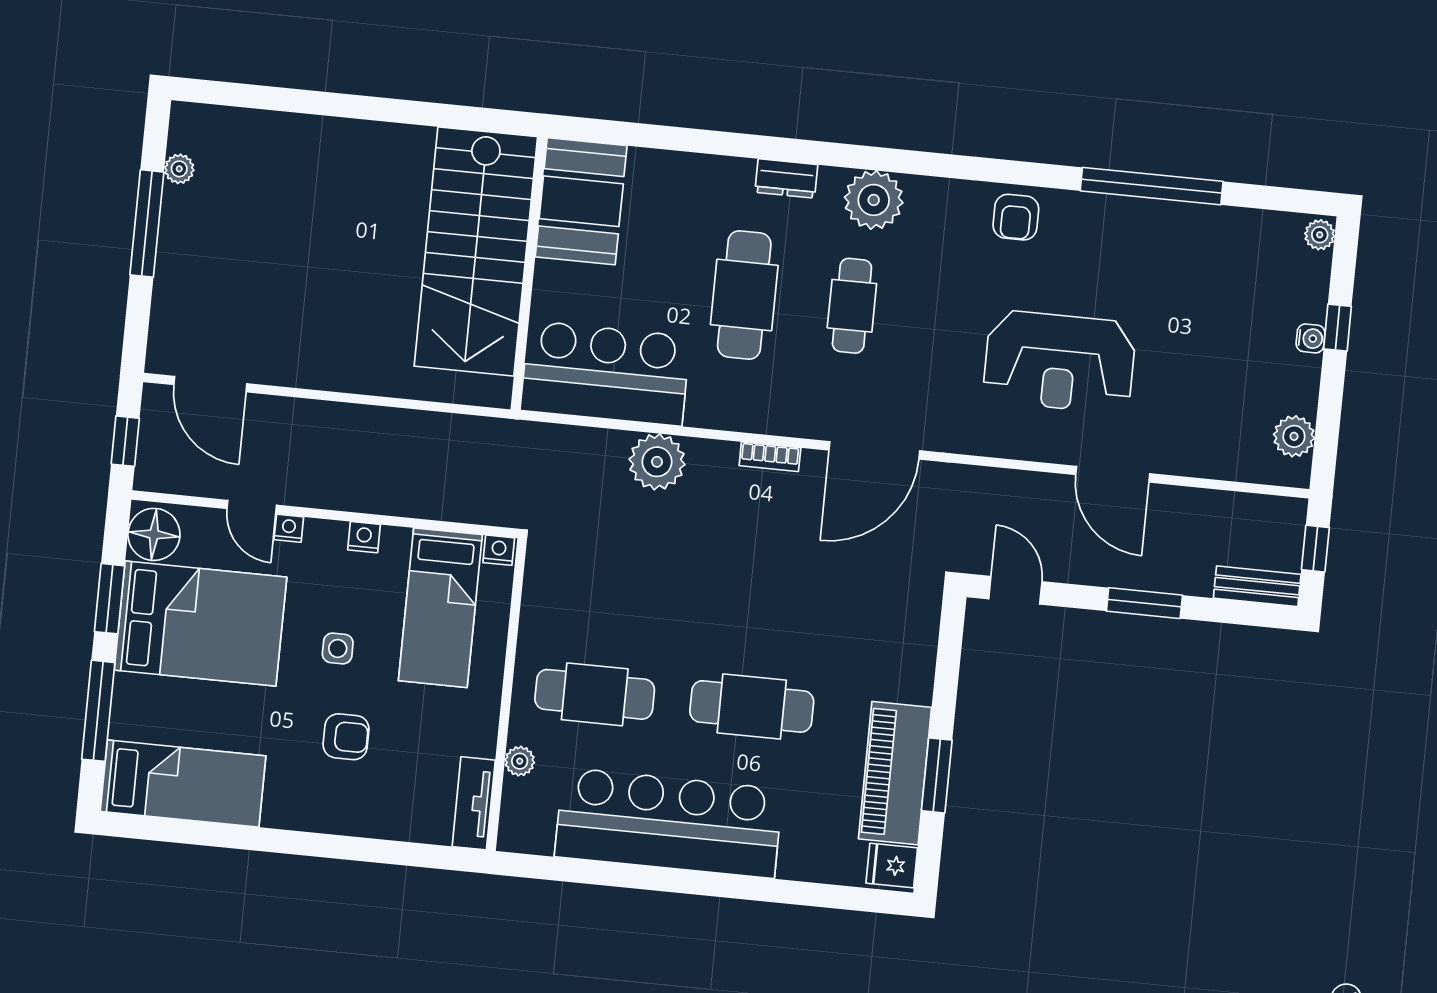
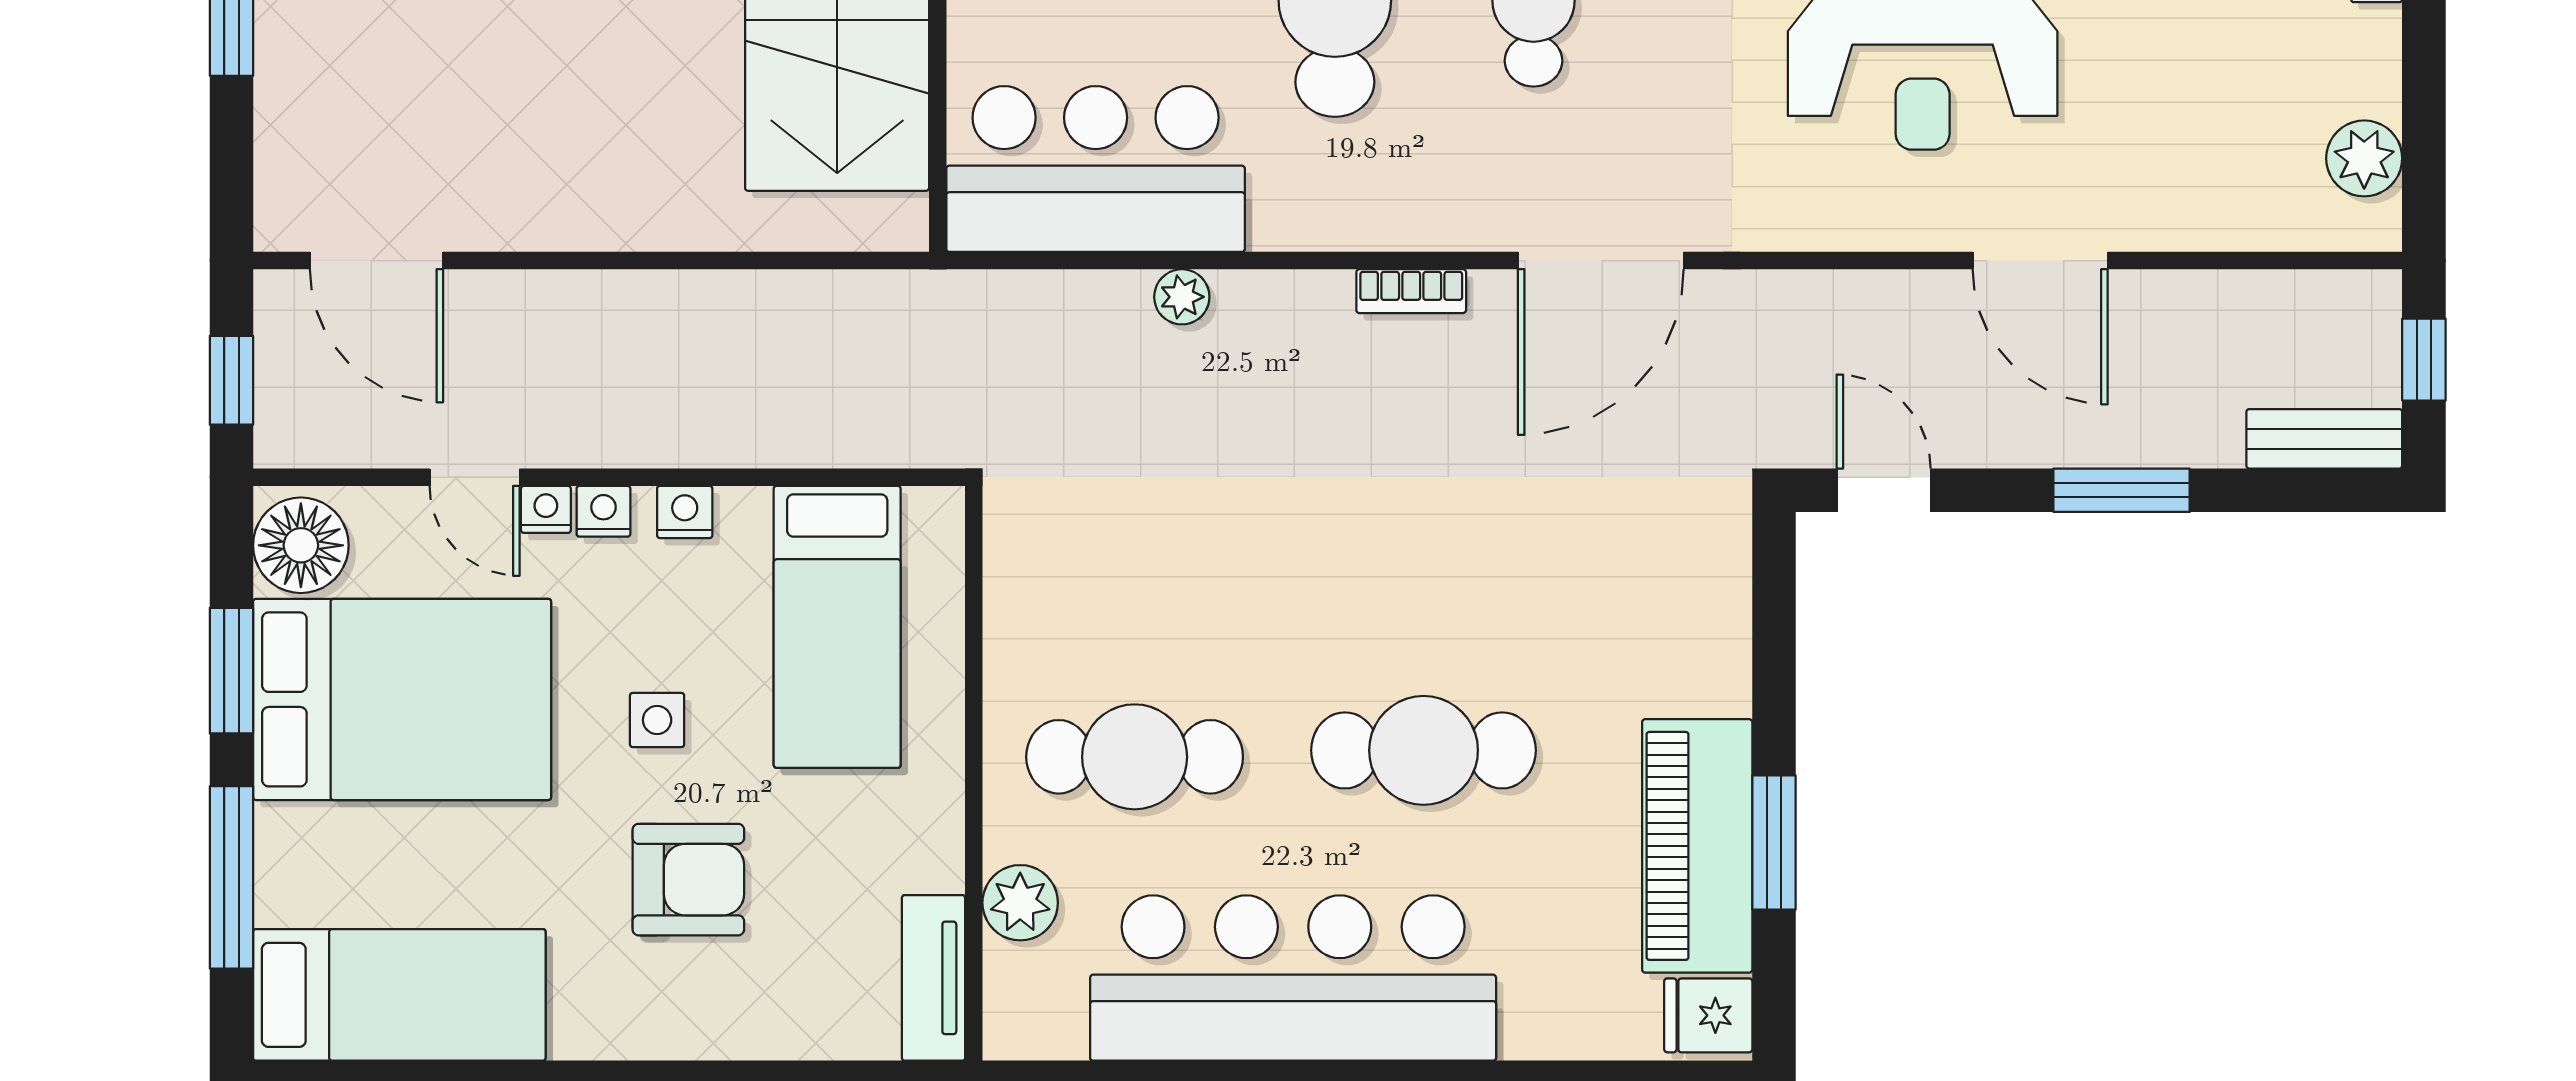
plant: (657, 462) -> (1182, 297), width x0.53, depth x0.53
nightstand: (499, 550) -> (603, 511), moved
armchair: (346, 737) -> (688, 880), width x1.38, depth x1.38
plant: (520, 761) -> (1020, 903), width x1.38, depth x1.38

